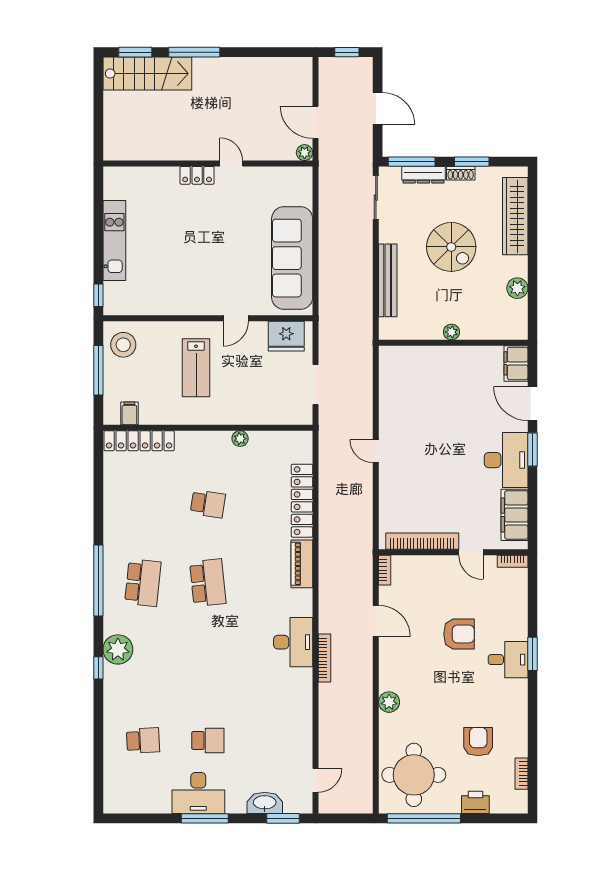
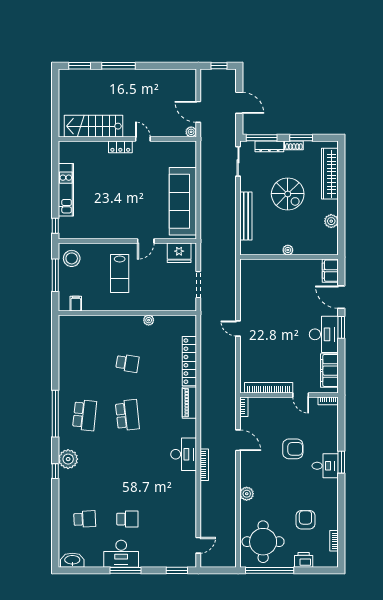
stairs: (147, 74) -> (93, 126), moved, turned 180
locker: (139, 441) -> (82, 322), removed
washbasin: (265, 803) -> (72, 560), moved

